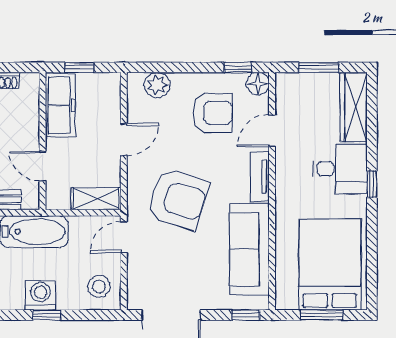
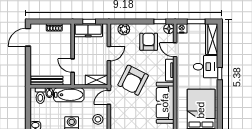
nightstand: (287, 83) -> (182, 28), added
freezer: (60, 105) -> (88, 30), moved, turned 90
armchair: (212, 113) -> (149, 42), turned -90
door: (272, 131) -> (175, 50), hinge flipped
armchair: (178, 199) -> (133, 80), turned 99

